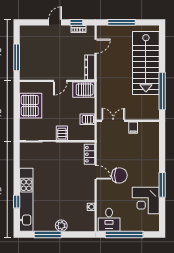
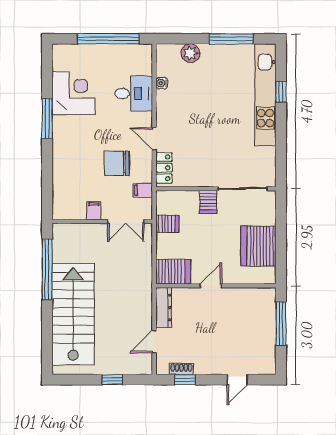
door: (55, 22) -> (237, 380), moved
window: (122, 22) -> (112, 380), width x0.46
filing cabinet: (103, 140) -> (143, 190), added
chair: (119, 175) -> (117, 163), moved
desk: (109, 220) -> (134, 94), moved, turned 90
plant: (61, 226) -> (190, 53), moved

